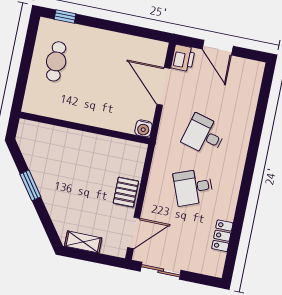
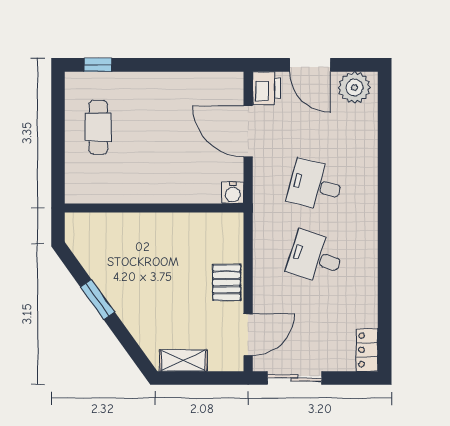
plant: (246, 70) -> (355, 88), added
desk: (193, 187) -> (315, 258), turned 39
locker: (222, 236) -> (367, 350), moved

